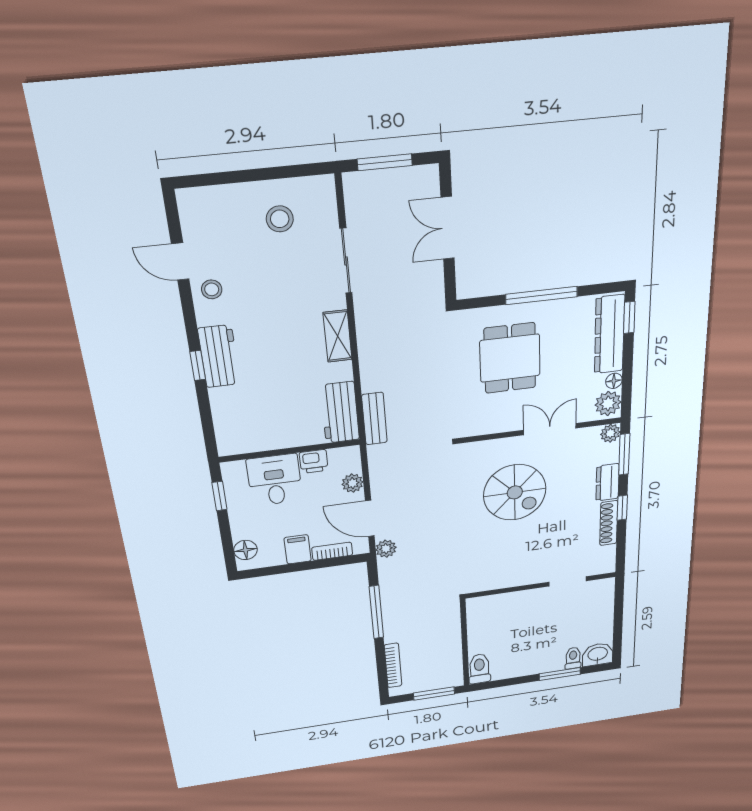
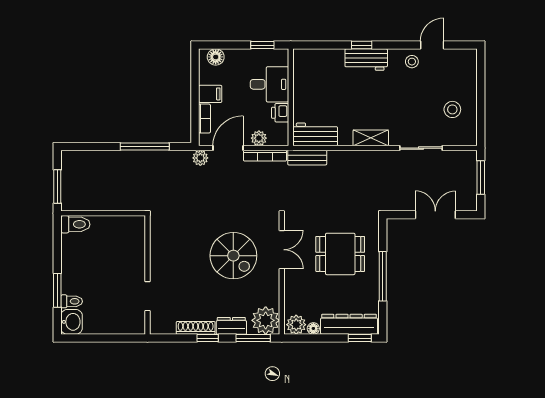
double door: (550, 429) -> (282, 250), moved
plant: (610, 433) -> (266, 320), width x1.88, depth x1.88
spiral stairs: (515, 492) -> (233, 256), turned -90
bookcase: (393, 665) -> (265, 156), moved

